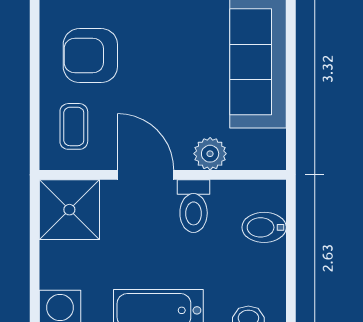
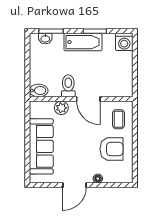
shower: (69, 210) -> (120, 84), removed
bidet: (264, 227) -> (39, 91), moved

